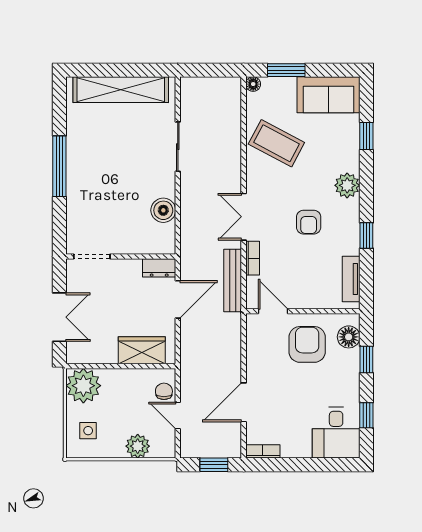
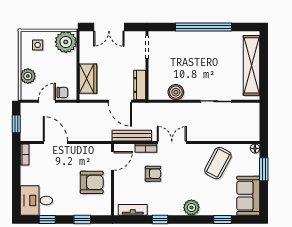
window: (59, 166) -> (203, 27), width x1.46
armchair: (309, 222) -> (153, 174), moved, turned 180
dresser: (159, 268) -> (140, 85), width x1.44
floor lamp: (349, 337) -> (96, 208), removed

